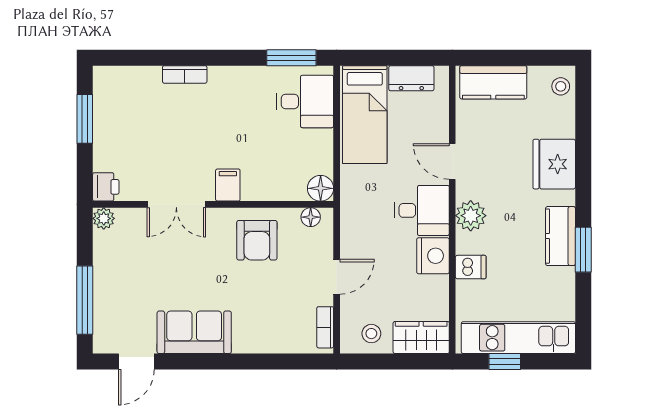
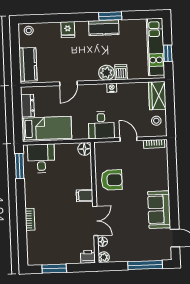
fridge: (554, 164) -> (68, 30), width x0.53, depth x0.75
desk: (422, 210) -> (101, 125), moved, turned 180
plant: (471, 216) -> (106, 73), moved
floor lamp: (311, 217) -> (103, 242), moved
nightstand: (433, 256) -> (112, 88), width x0.53, depth x0.56

